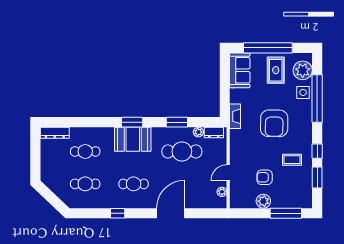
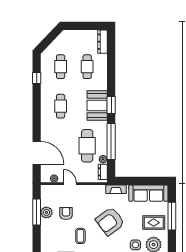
window: (268, 48) -> (172, 216), width x0.68
sofa: (240, 70) -> (148, 193), width x1.36
window: (177, 122) -> (111, 142), width x2.11
armchair: (274, 123) -> (110, 221), turned -38
window: (118, 213) -> (37, 78), moved
door: (171, 213) -> (37, 153), moved
window: (286, 213) -> (37, 212), moved

